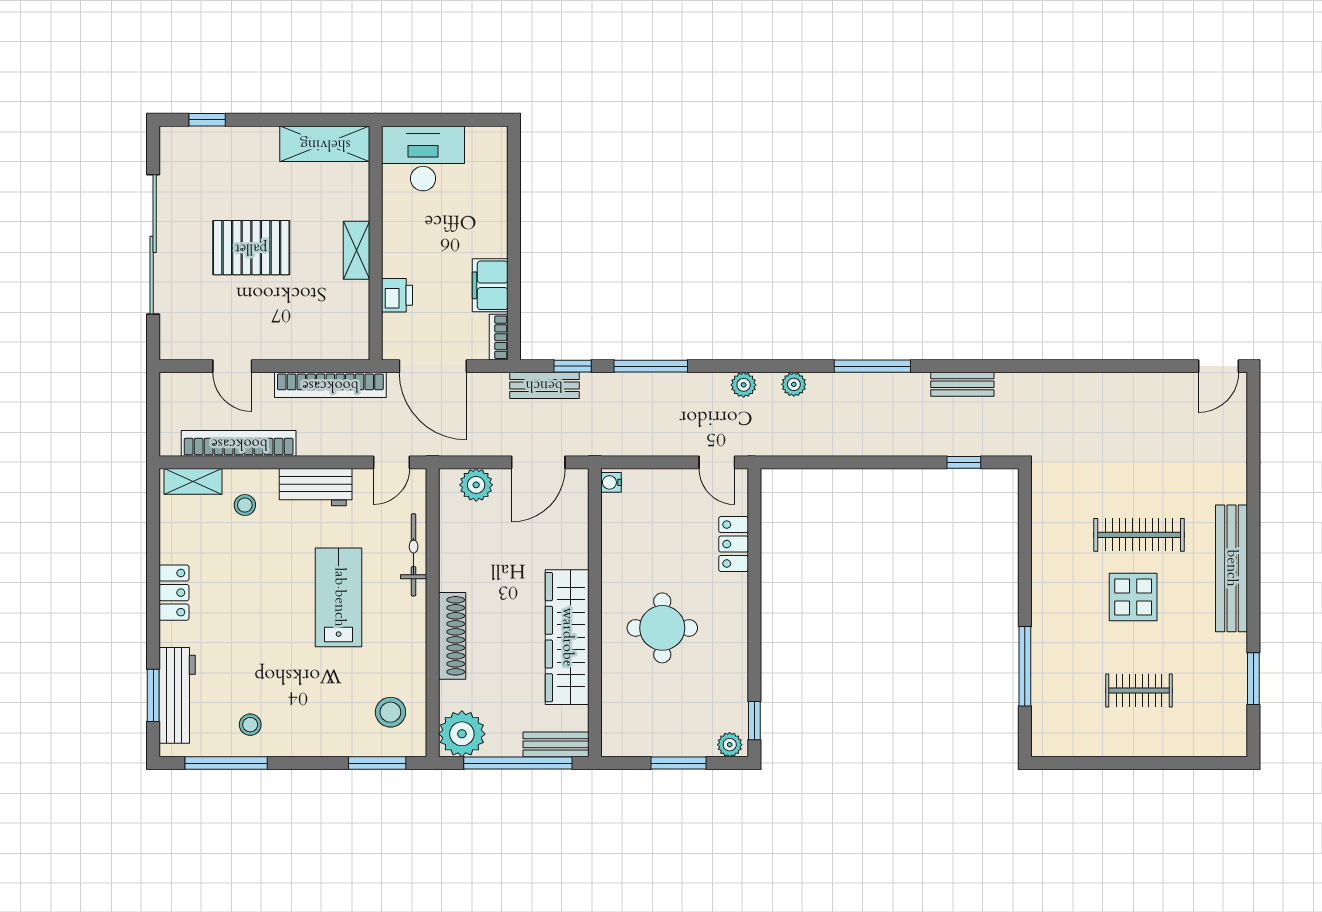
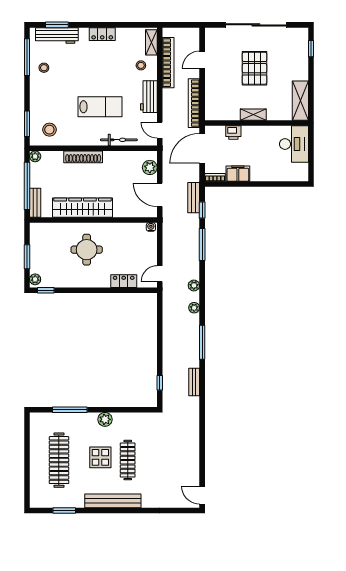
plant: (1047, 586) -> (105, 419), added
clothes rail: (1139, 691) -> (59, 460), width x1.86, depth x1.31
plant: (462, 734) -> (35, 156), width x0.53, depth x0.53

